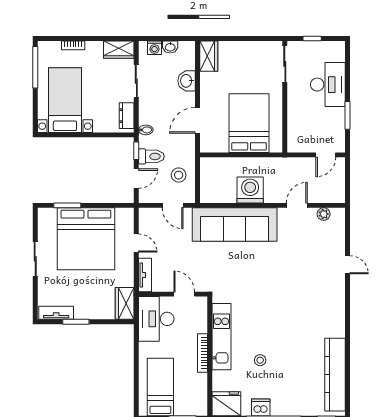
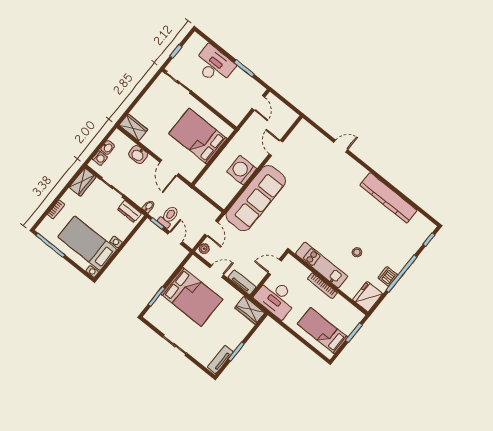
stool: (179, 175) -> (195, 209), removed
door: (173, 205) -> (211, 228), hinge flipped
plant: (324, 214) -> (204, 249), moved
bed: (86, 239) -> (192, 297), width x0.73
kitchen counter: (335, 375) -> (388, 198), moved

